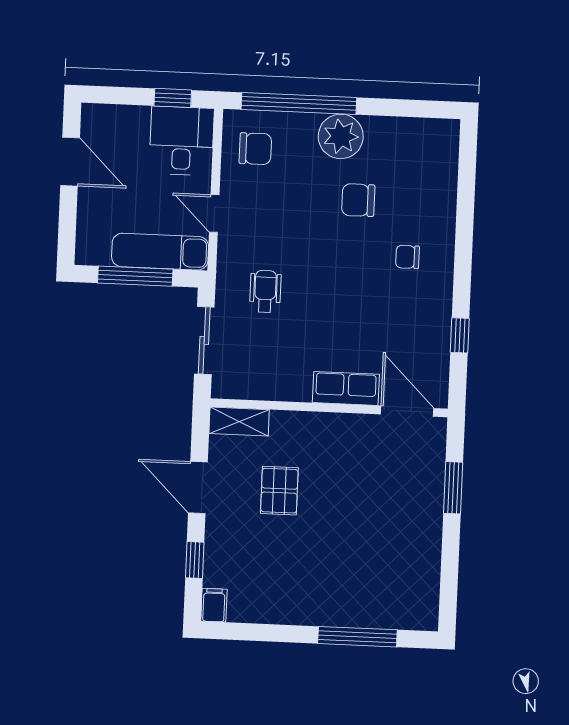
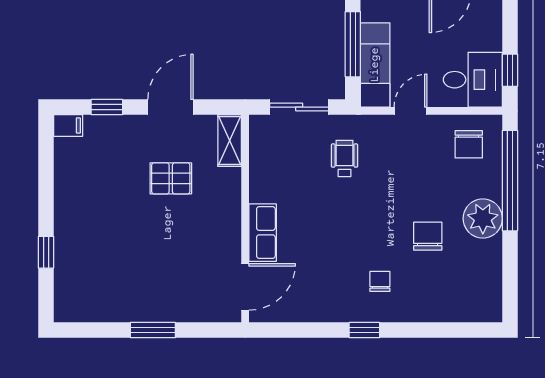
wheelchair: (265, 291) -> (344, 158), turned -90
window: (460, 335) -> (364, 330), moved
window: (453, 488) -> (153, 330), moved
window: (357, 637) -> (46, 252), width x0.46

